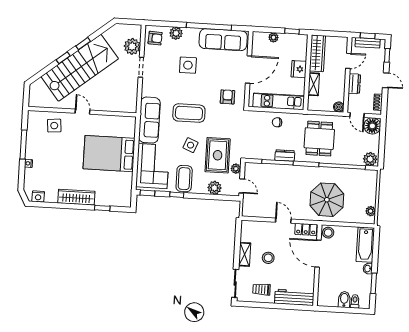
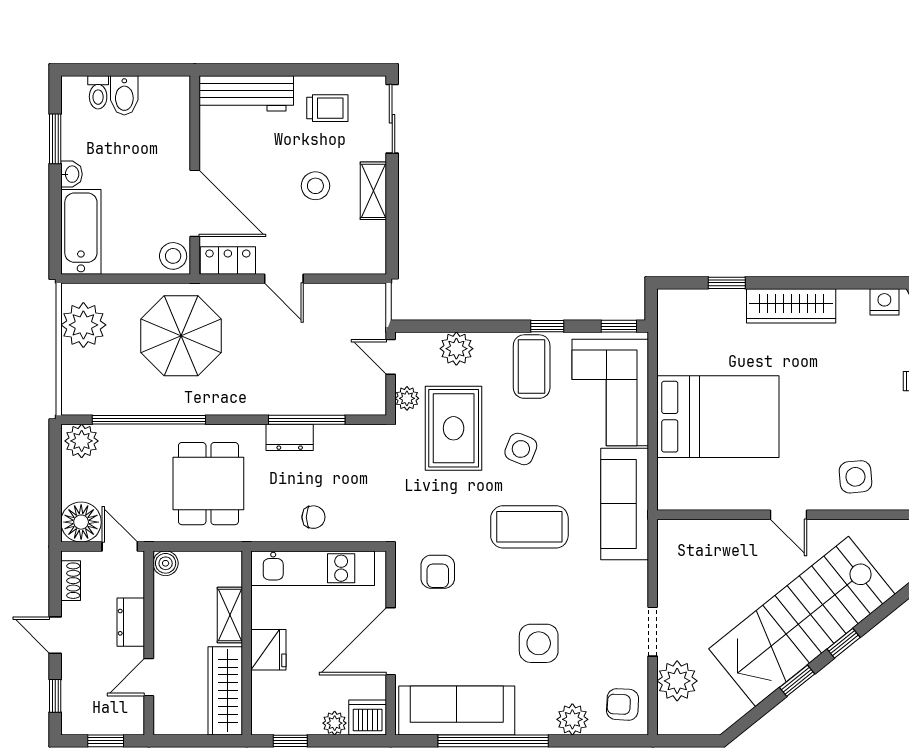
dishwasher: (260, 39) -> (368, 718), added
bench: (368, 43) -> (104, 724), removed
plant: (371, 211) -> (83, 325), width x1.87, depth x1.87

